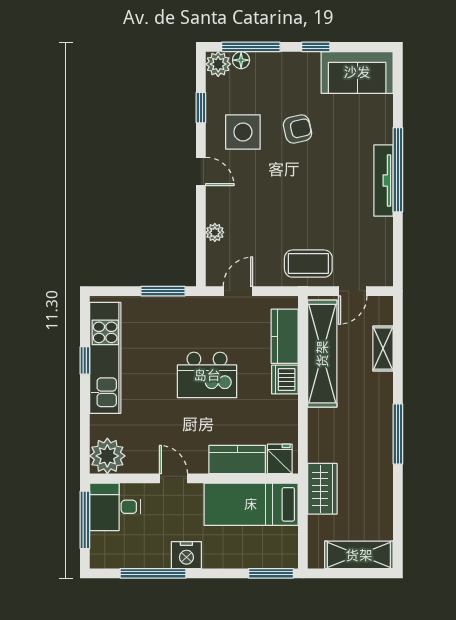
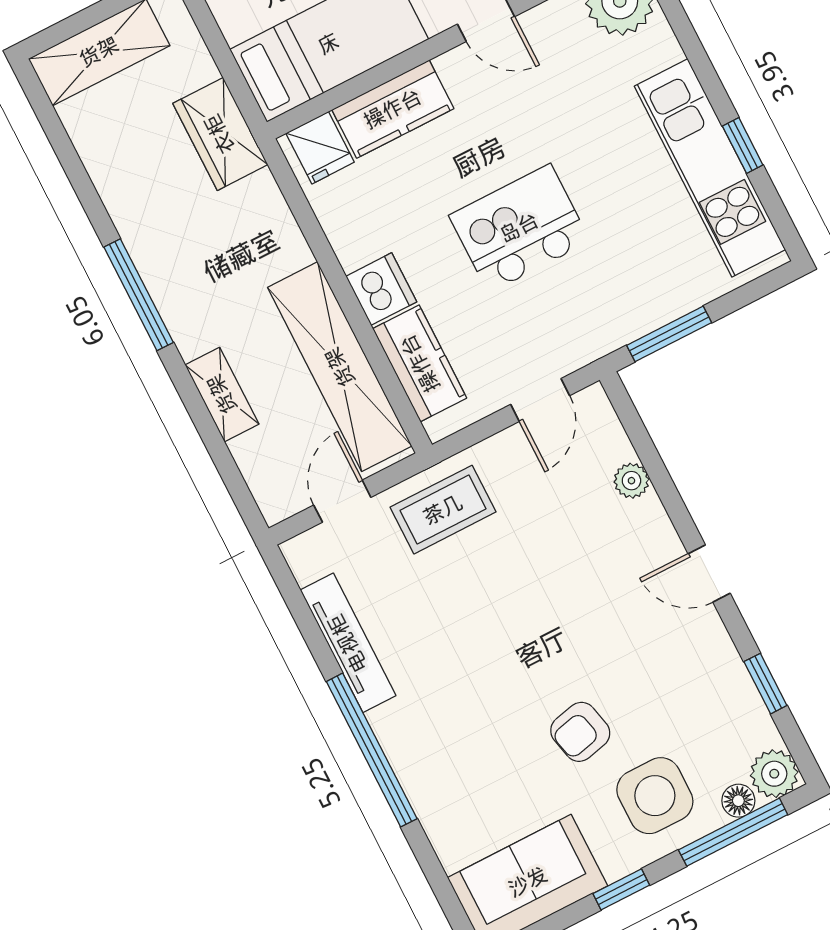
side table: (243, 132) -> (655, 796), moved
tv unit: (383, 180) -> (348, 643), moved
shelving: (383, 349) -> (222, 394), moved

